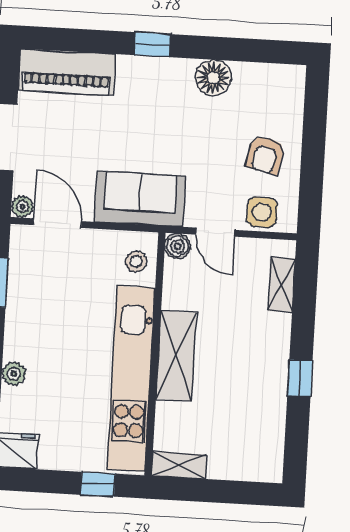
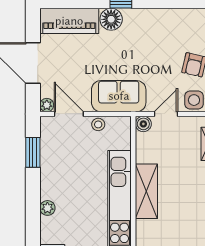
floor lamp: (213, 78) -> (111, 19), moved
door: (215, 232) -> (166, 114), swing flipped
stool: (136, 262) -> (98, 124), moved

